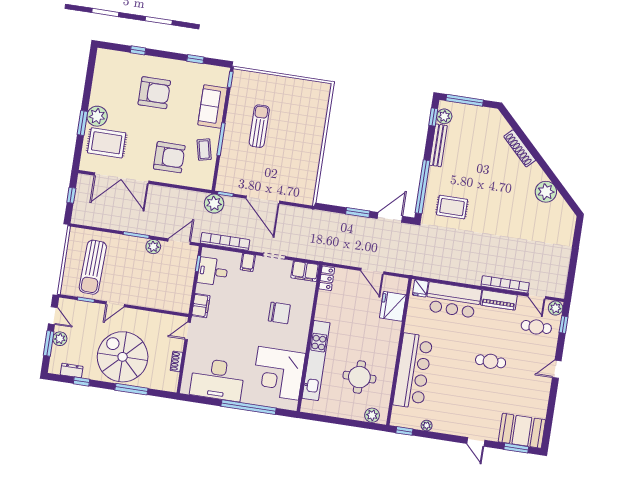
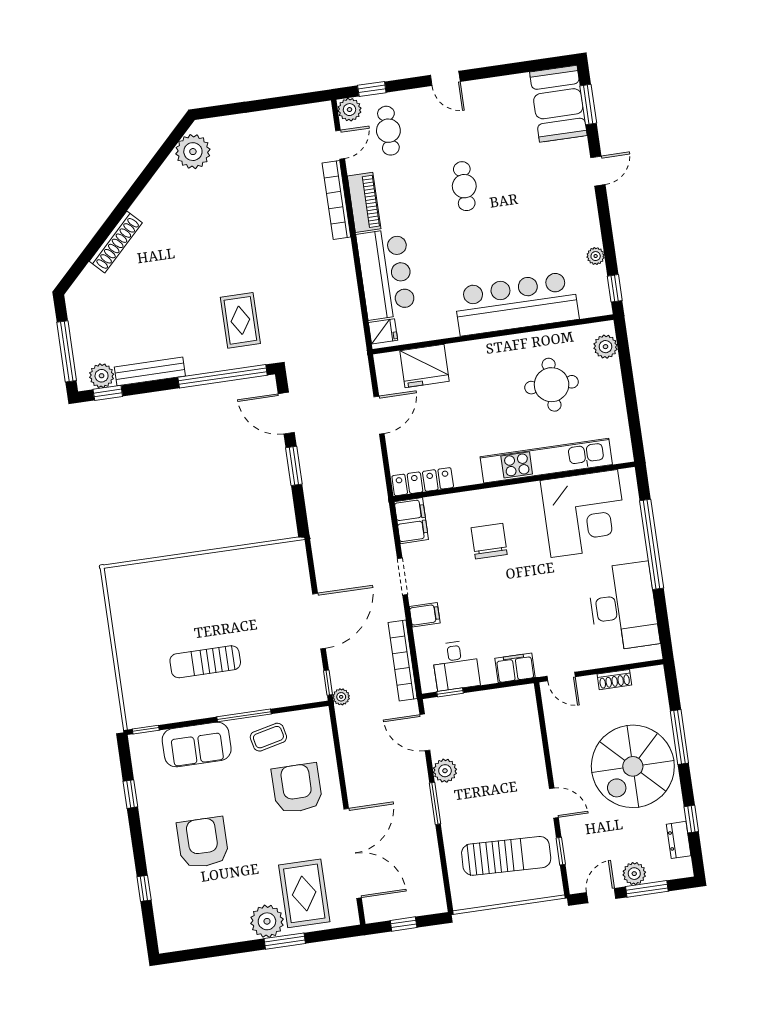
plant: (546, 192) -> (193, 152), moved
plant: (214, 204) -> (341, 697), width x0.53, depth x0.53
locker: (327, 278) -> (423, 482), width x1.53

